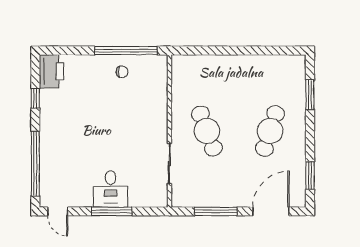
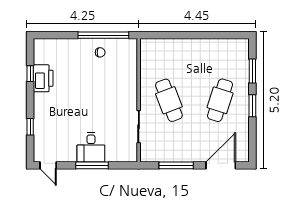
printer: (51, 71) -> (43, 78), moved
window: (35, 164) -> (30, 127), width x0.32
window: (310, 176) -> (252, 106), moved

